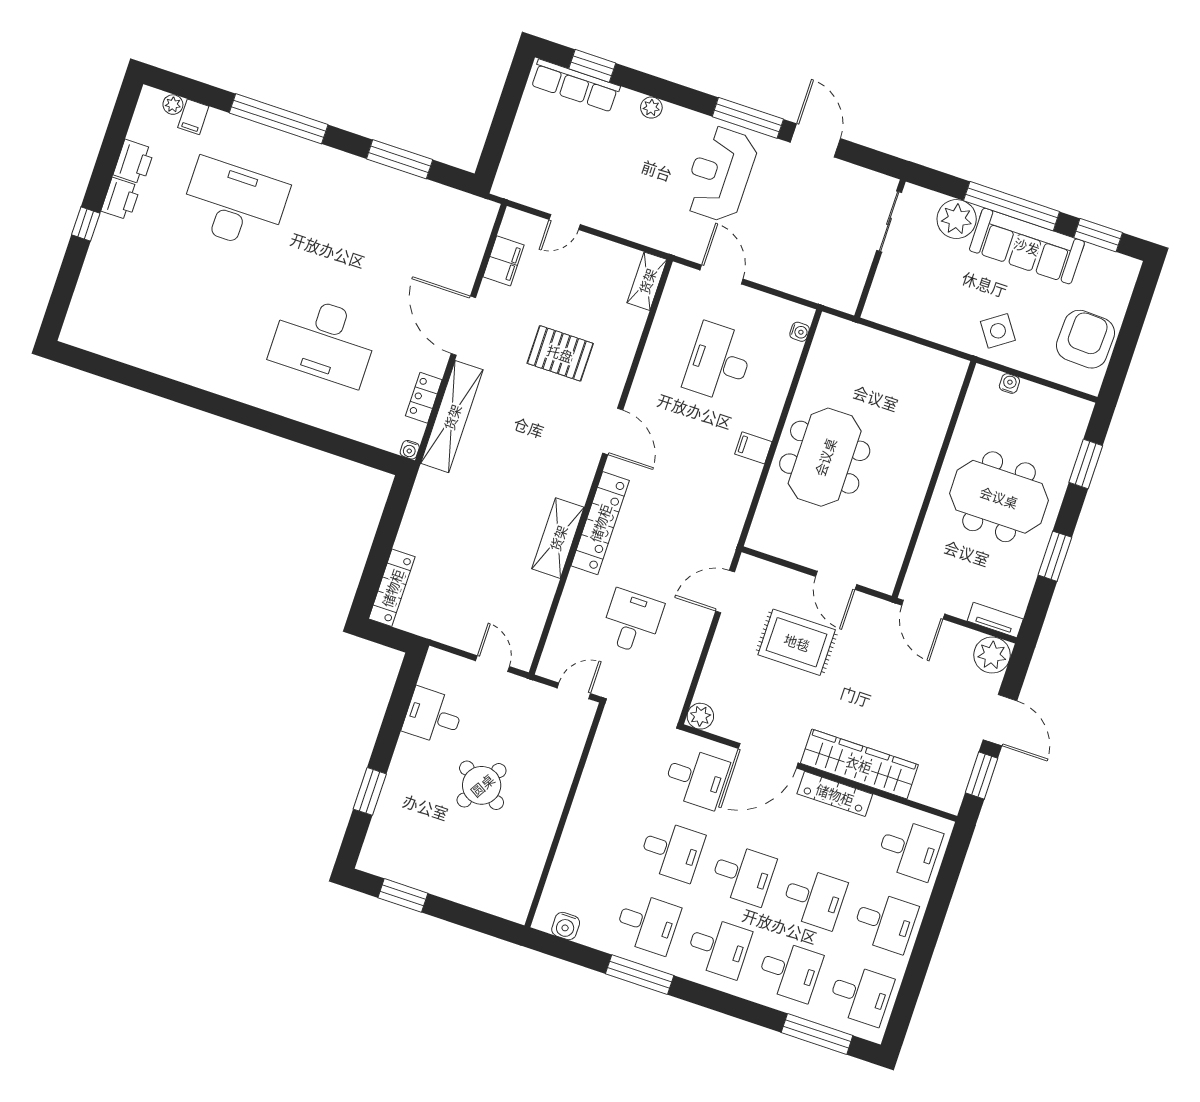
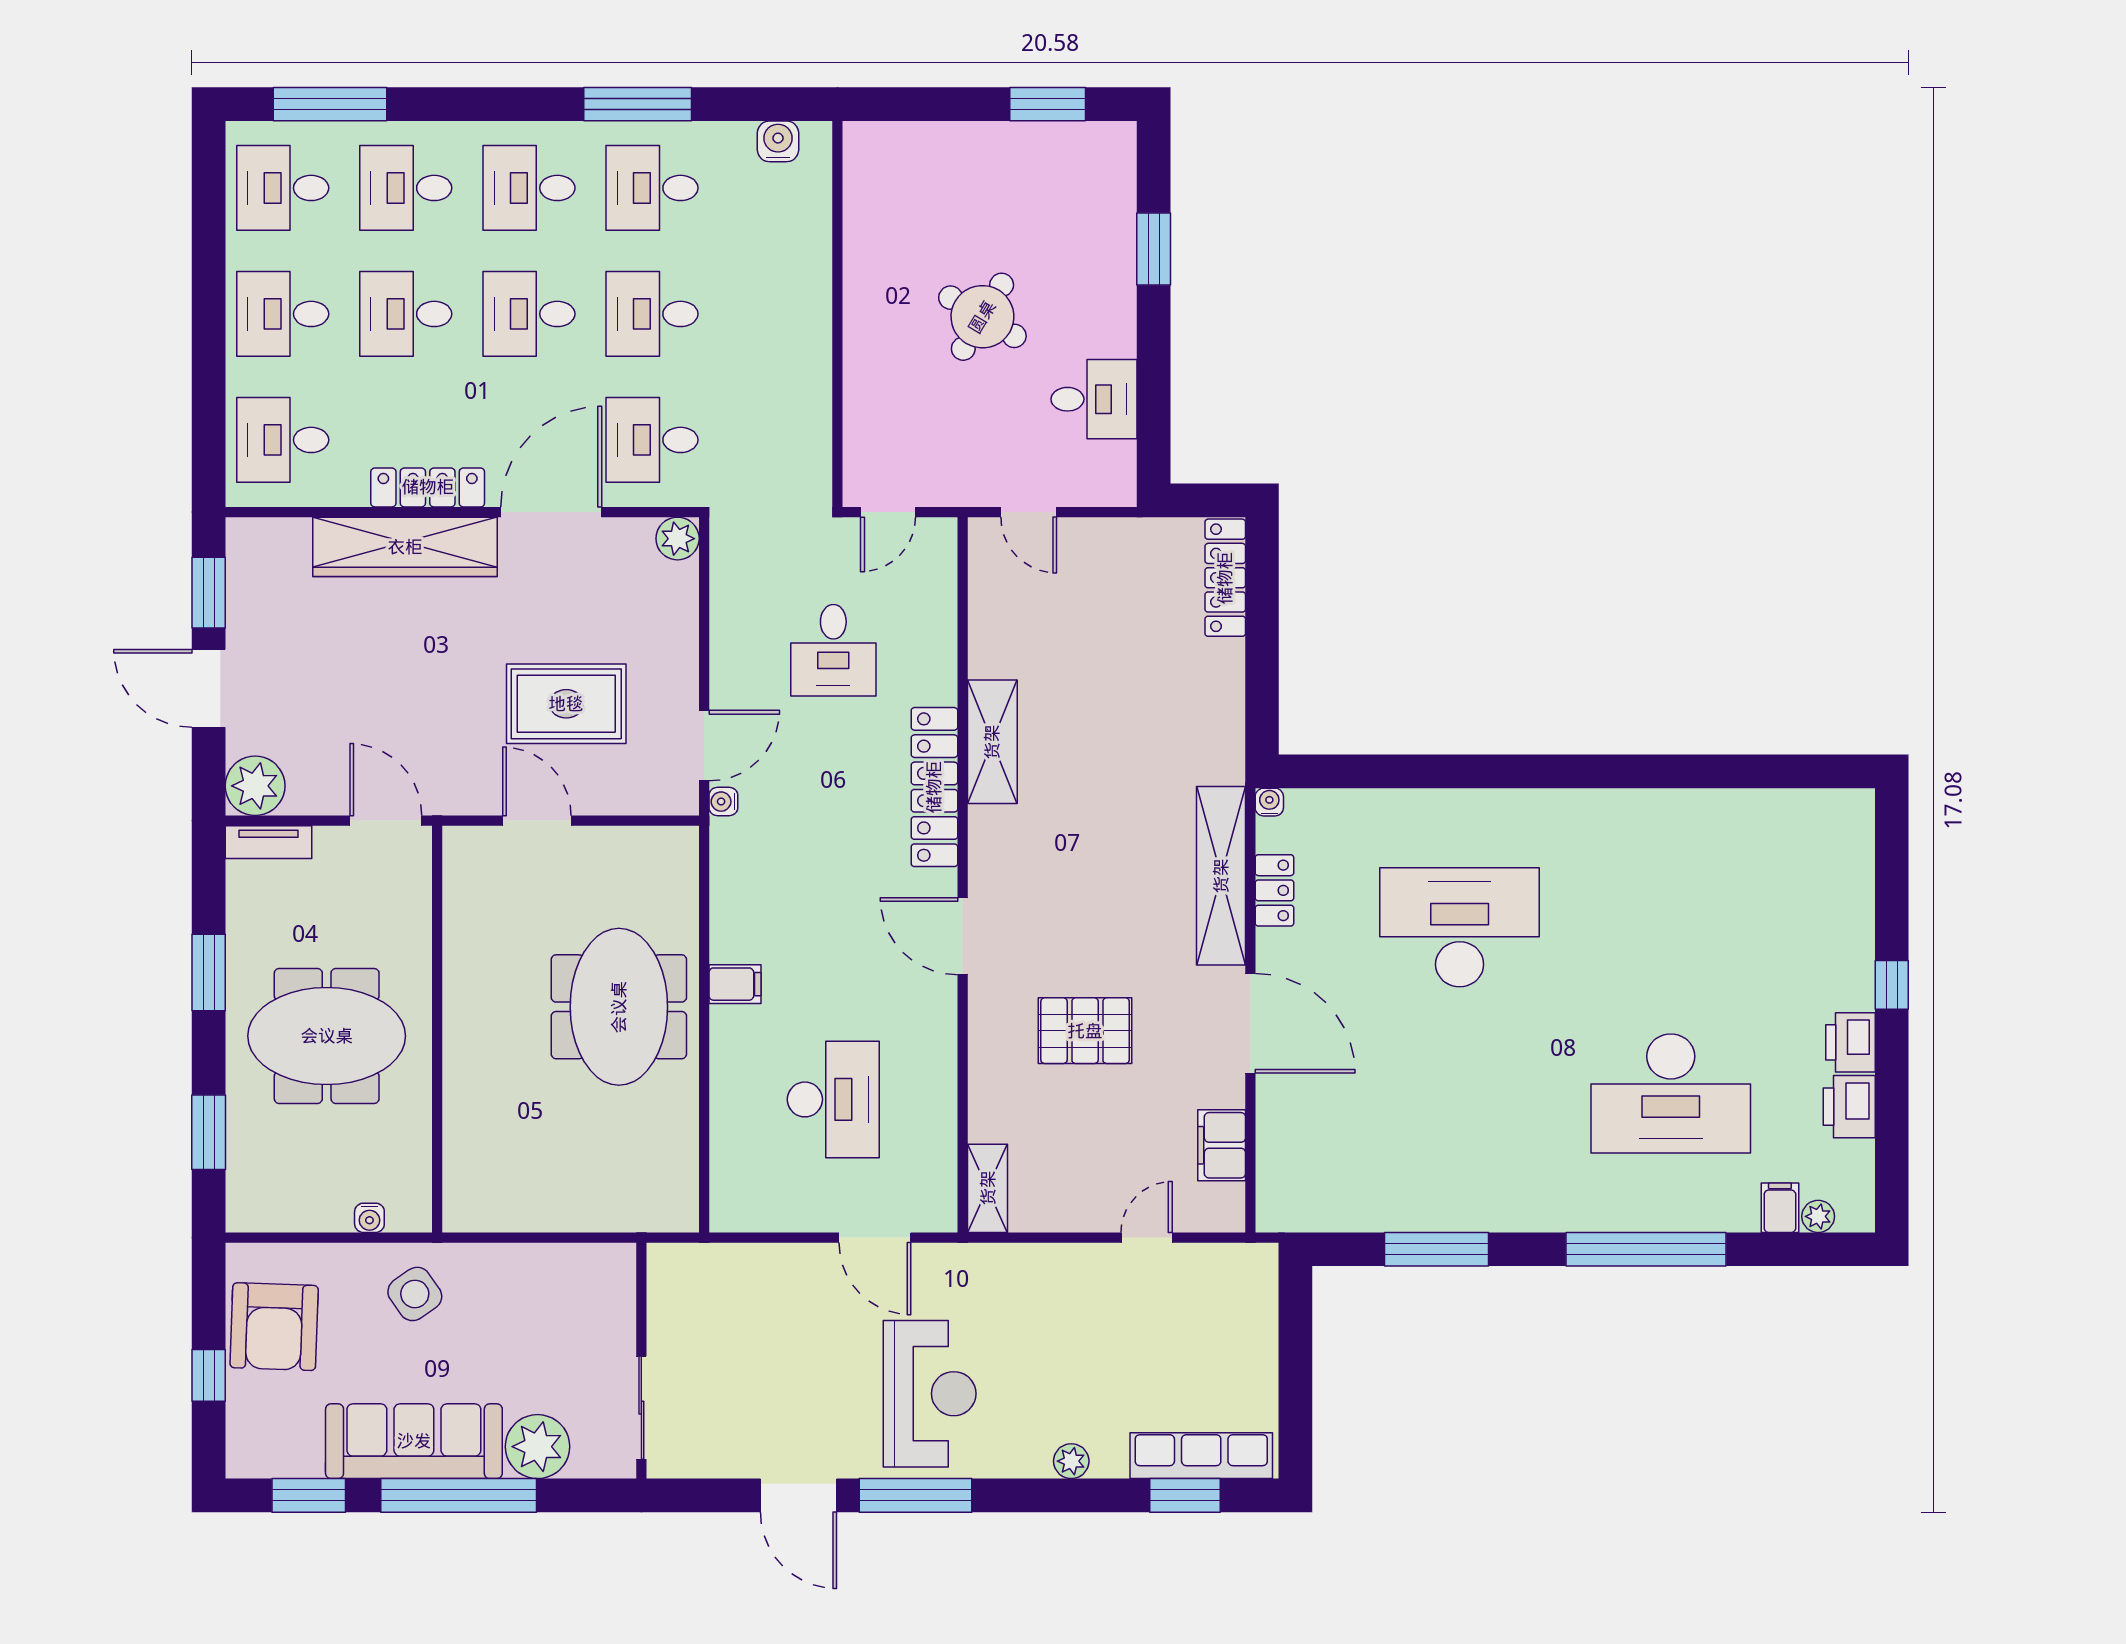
window: (1133, 324) -> (209, 1375), added
water cooler: (800, 332) -> (723, 802), moved

